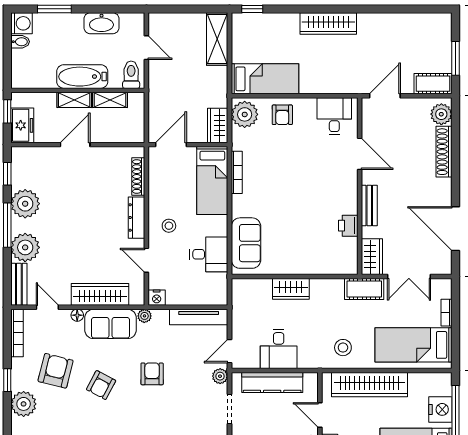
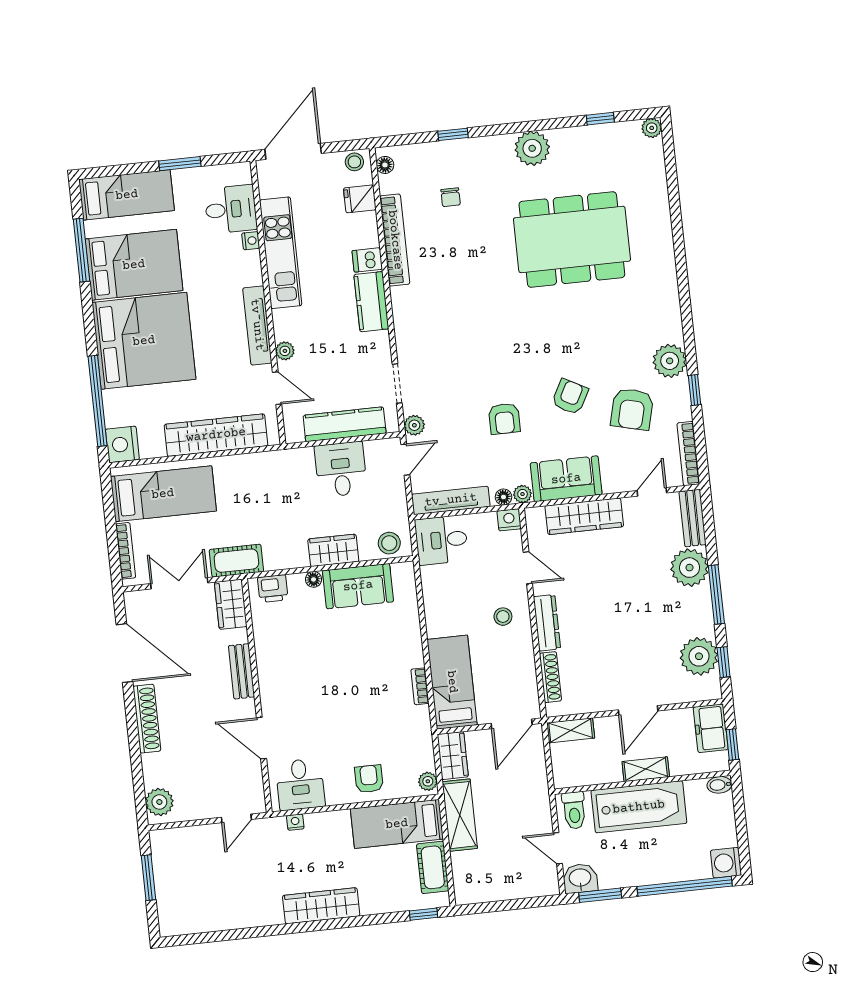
window: (54, 9) -> (685, 886), width x2.11
window: (118, 9) -> (600, 895), added
washbasin: (101, 23) -> (580, 878), moved, width x0.72
shelving: (217, 39) -> (460, 815), moved
bidet: (20, 42) -> (719, 785), moved
bathtub: (82, 77) -> (639, 807), width x1.36, depth x1.36
cot: (433, 84) -> (433, 867), moved, turned 90
nightstand: (341, 88) -> (295, 822), added
door: (385, 96) -> (236, 818), width x0.73
shelving: (110, 100) -> (571, 730), moved
plant: (245, 114) -> (428, 781), width x0.53, depth x0.53
shoe rack: (444, 152) -> (147, 719), moved
bookcase: (237, 172) -> (420, 686), width x0.64
plant: (25, 204) -> (699, 656), moved
printer: (348, 226) -> (273, 589), moved, turned 90
sofa: (246, 243) -> (358, 586), moved, turned -90
desk: (209, 254) -> (442, 540), moved
floor lamp: (308, 269) -> (313, 579), added
door: (47, 307) -> (652, 492), swing flipped
bookcase: (446, 313) -> (126, 551), width x1.56
floor lamp: (77, 315) -> (503, 497), moved
stool: (343, 348) -> (389, 543), moved
nightstand: (440, 409) -> (122, 444), moved

